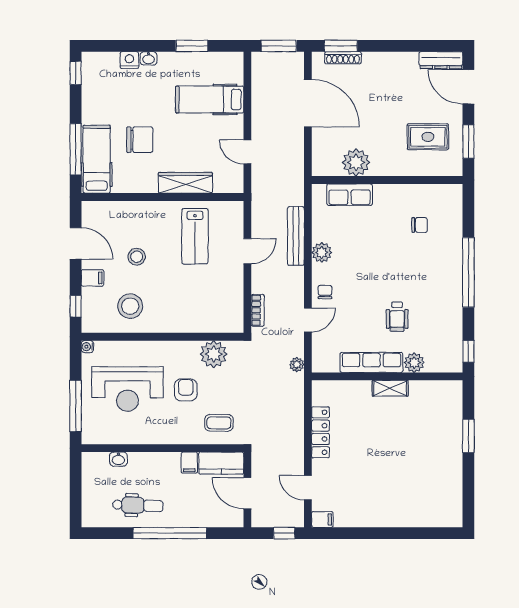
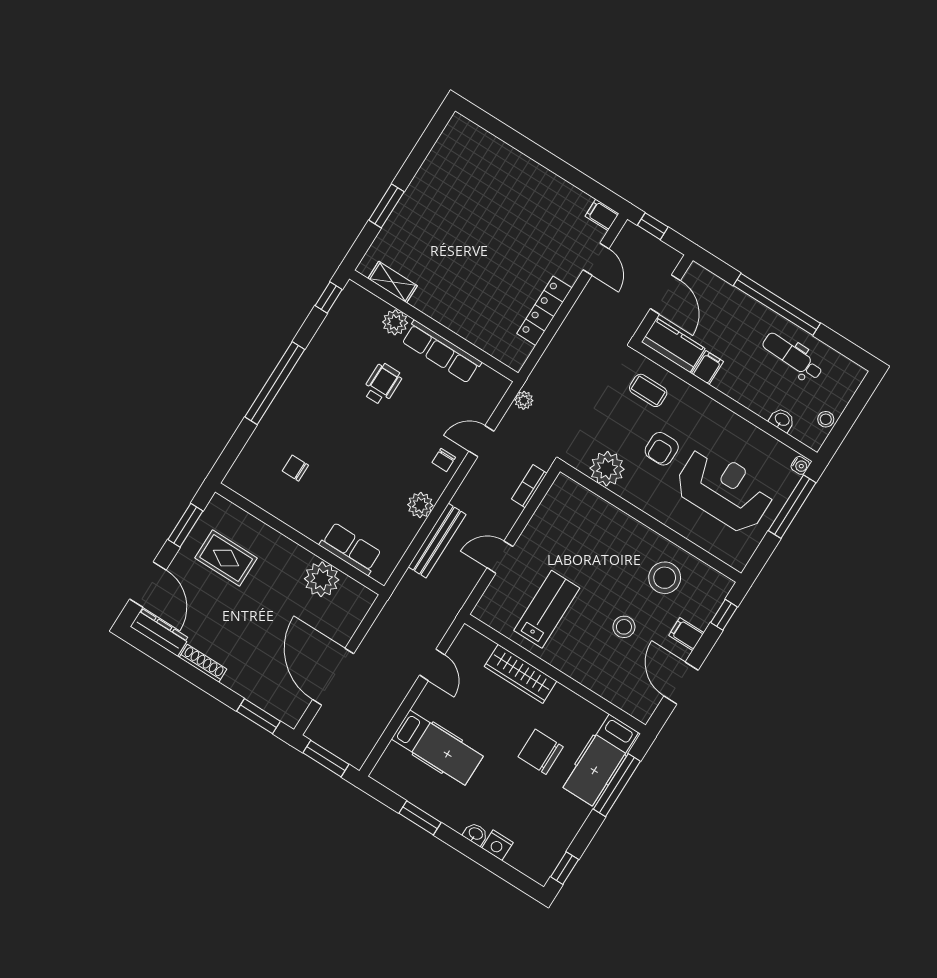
shoe rack: (343, 58) -> (203, 663), moved
water cooler: (87, 347) -> (800, 465), moved
shelving: (390, 388) -> (393, 282), moved
stool: (90, 478) -> (826, 419), added

